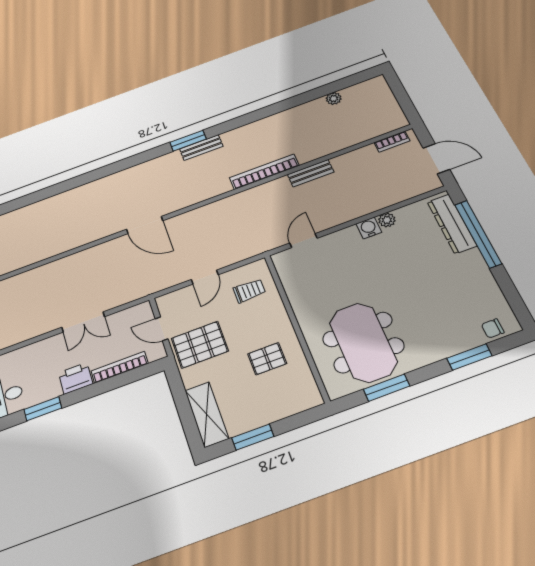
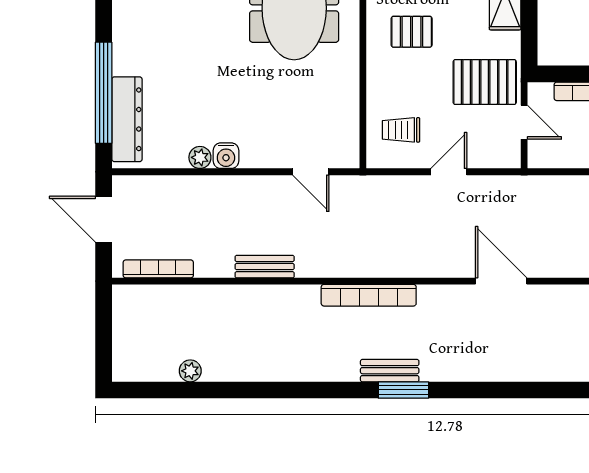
bookcase: (392, 142) -> (158, 269), width x1.56
bookcase: (264, 172) -> (369, 295), moved
door: (303, 241) -> (311, 172), hinge flipped

